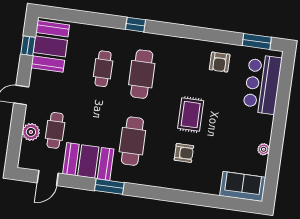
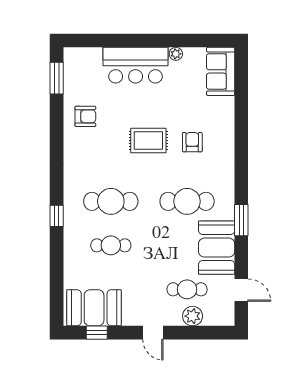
bar counter: (262, 84) -> (136, 65), moved

